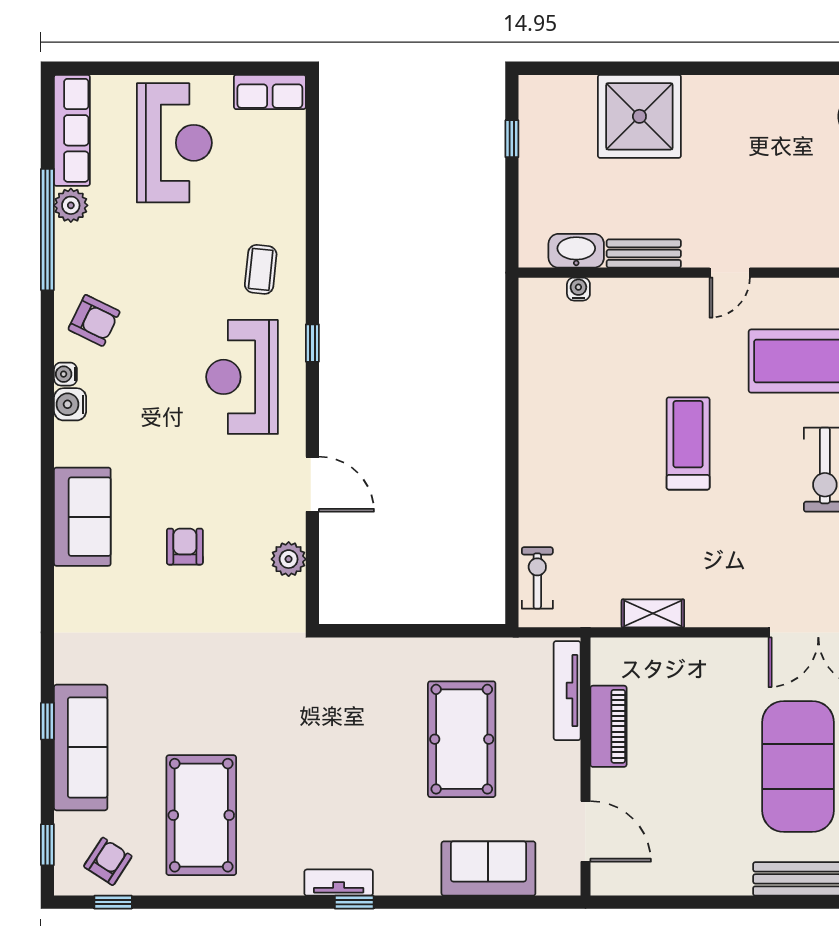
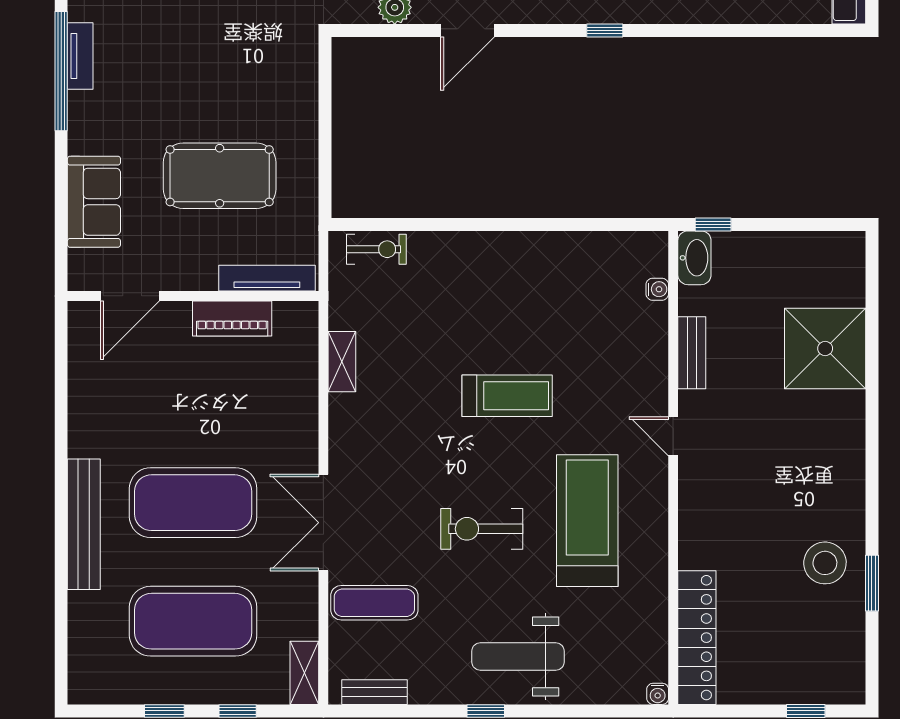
window: (512, 139) -> (713, 224), moved
washbasin: (576, 251) -> (694, 258), moved
window: (354, 902) -> (61, 71), width x3.17

